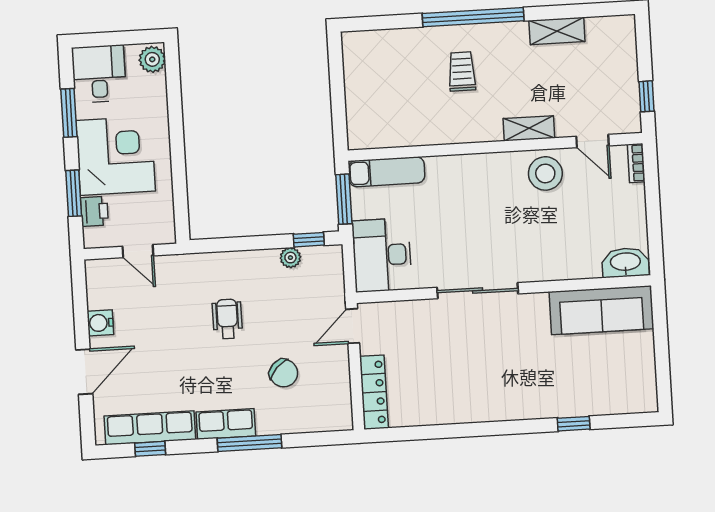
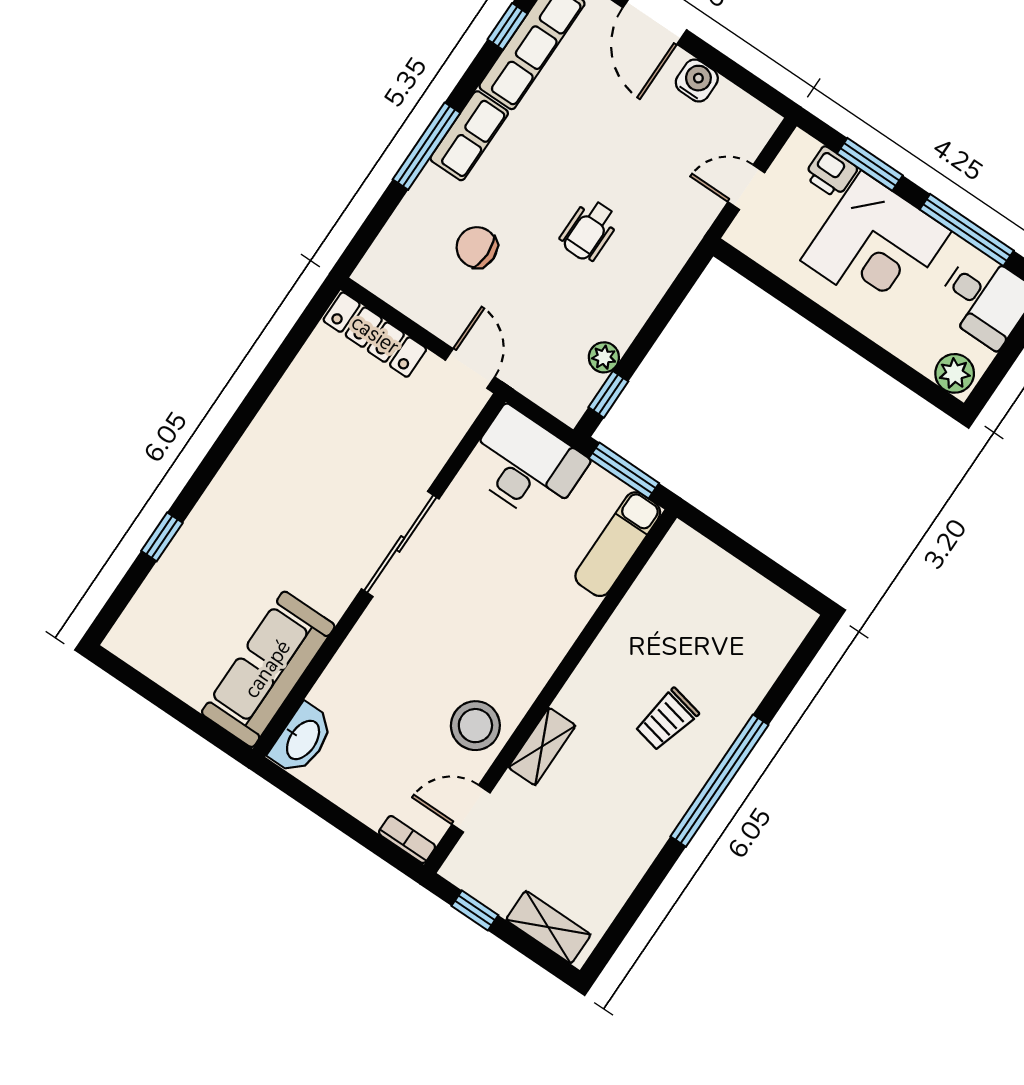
shelving: (557, 31) -> (548, 927), moved, turned 90
trolley: (462, 72) -> (667, 720), turned 102
window: (69, 113) -> (967, 230), width x1.44
wheelchair: (227, 319) -> (589, 230), turned 90
chair: (284, 373) -> (477, 247), turned 46

